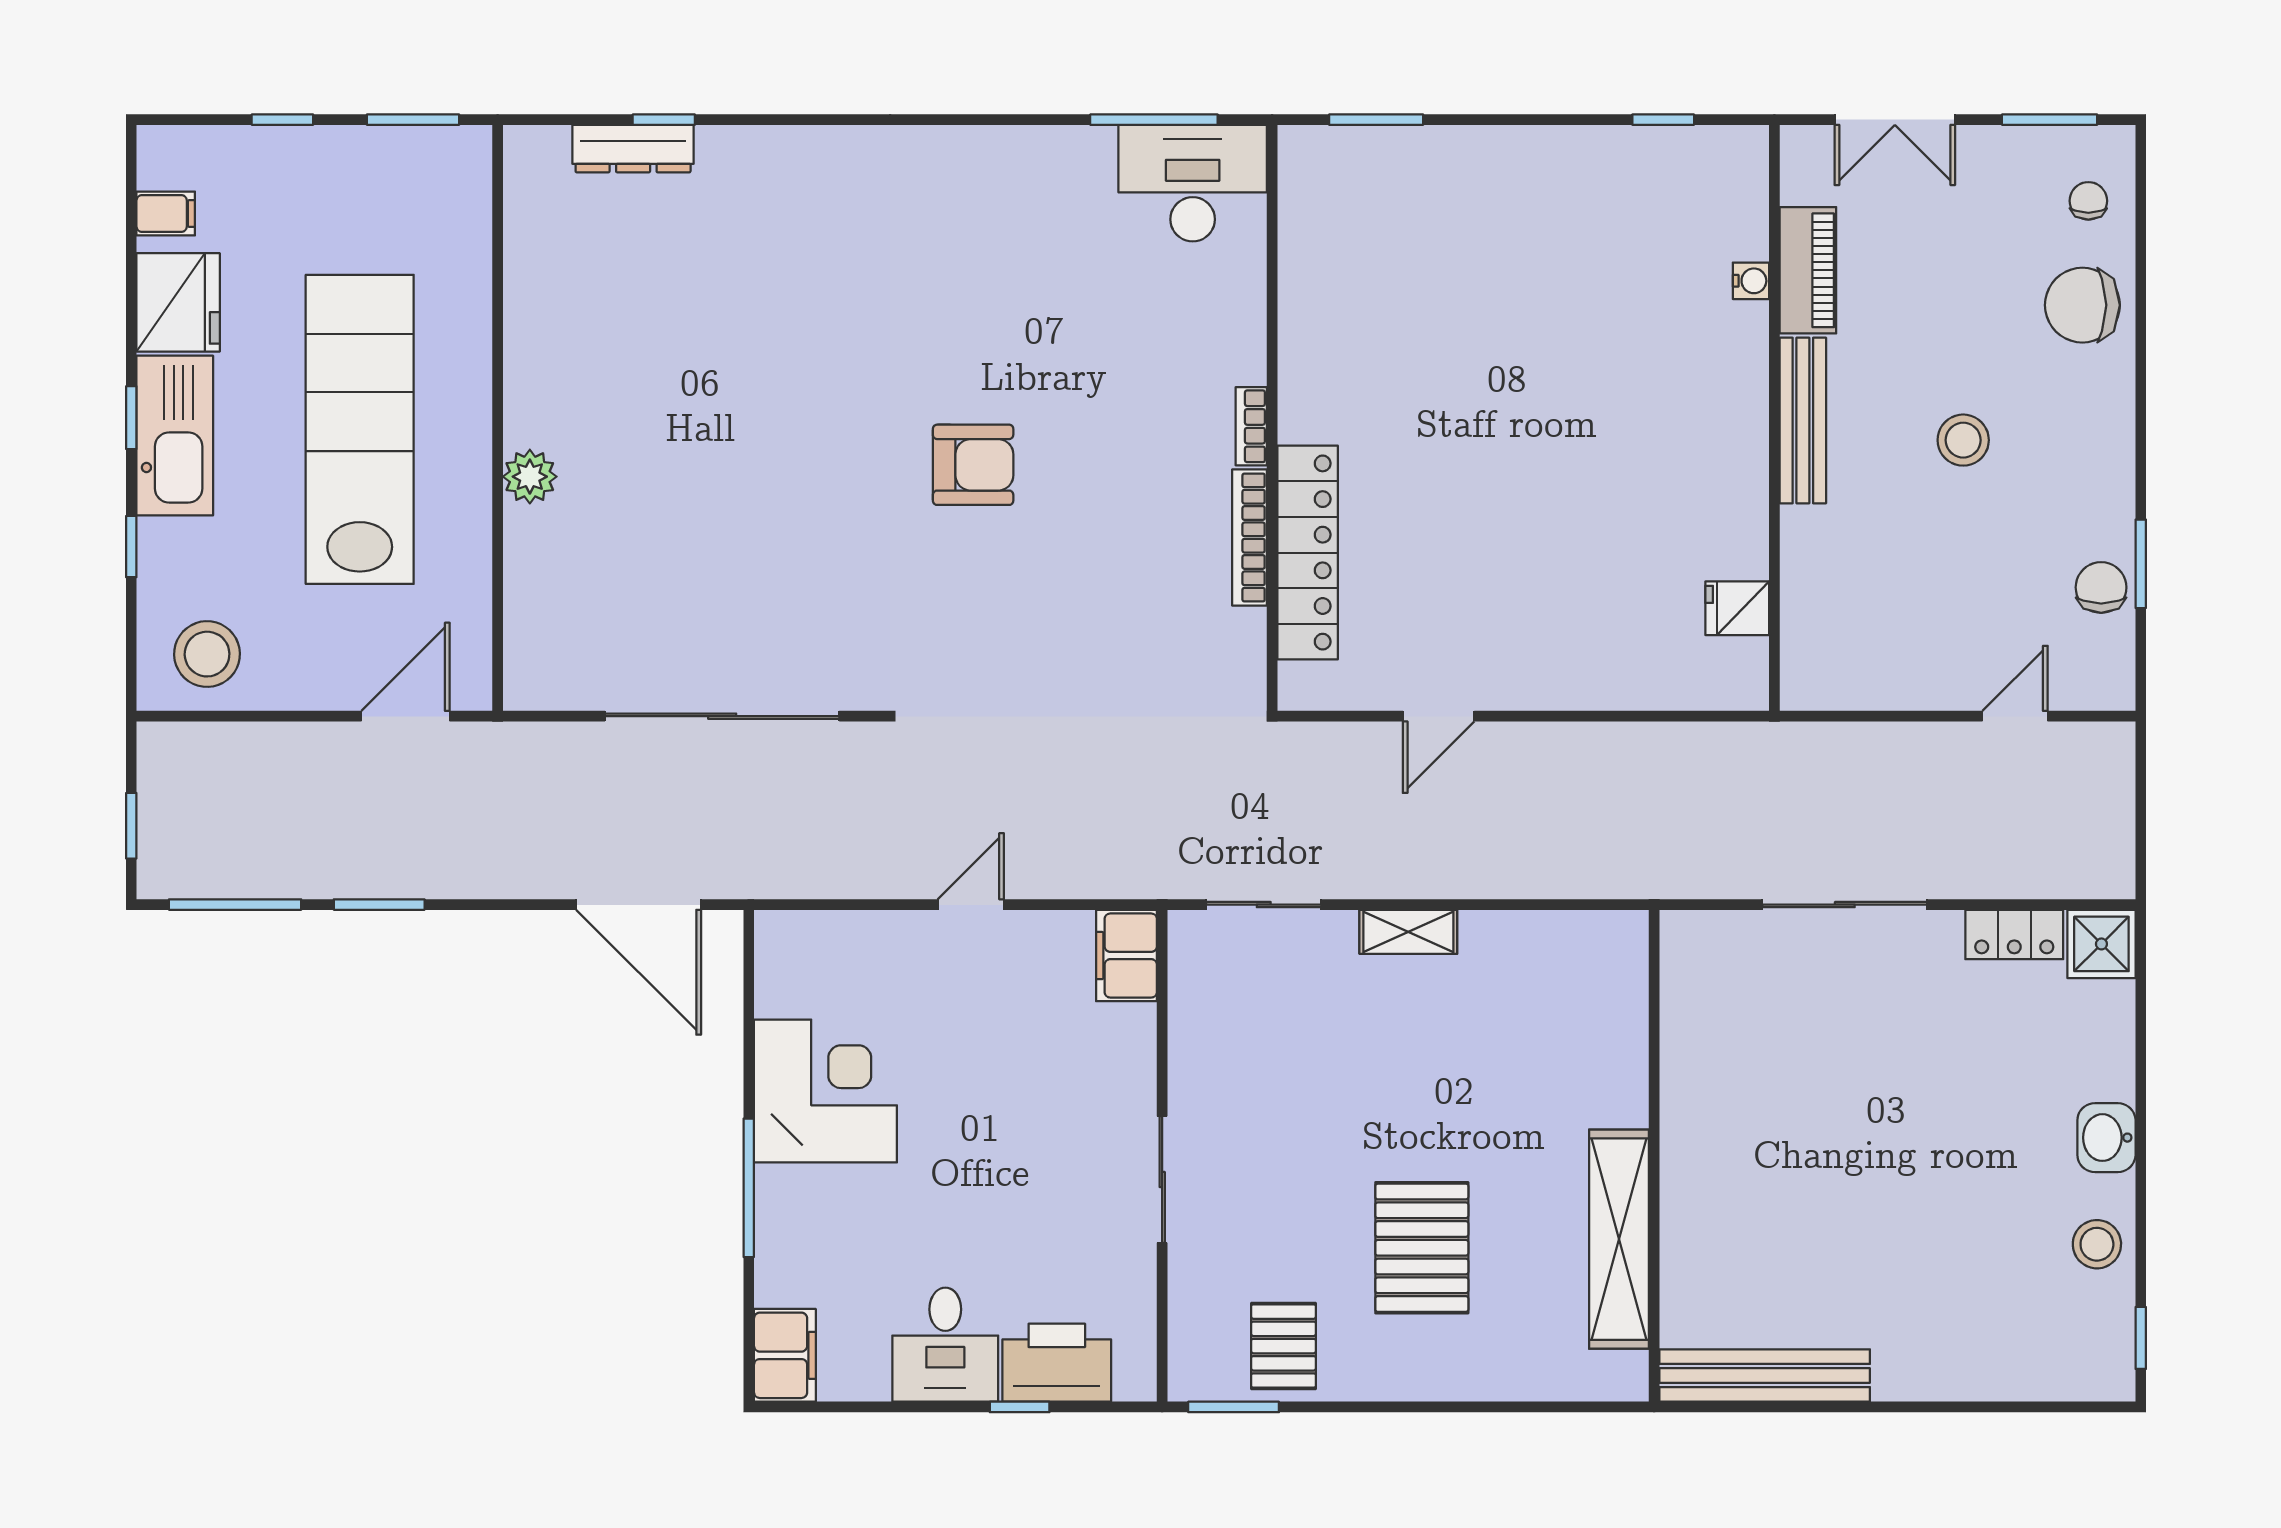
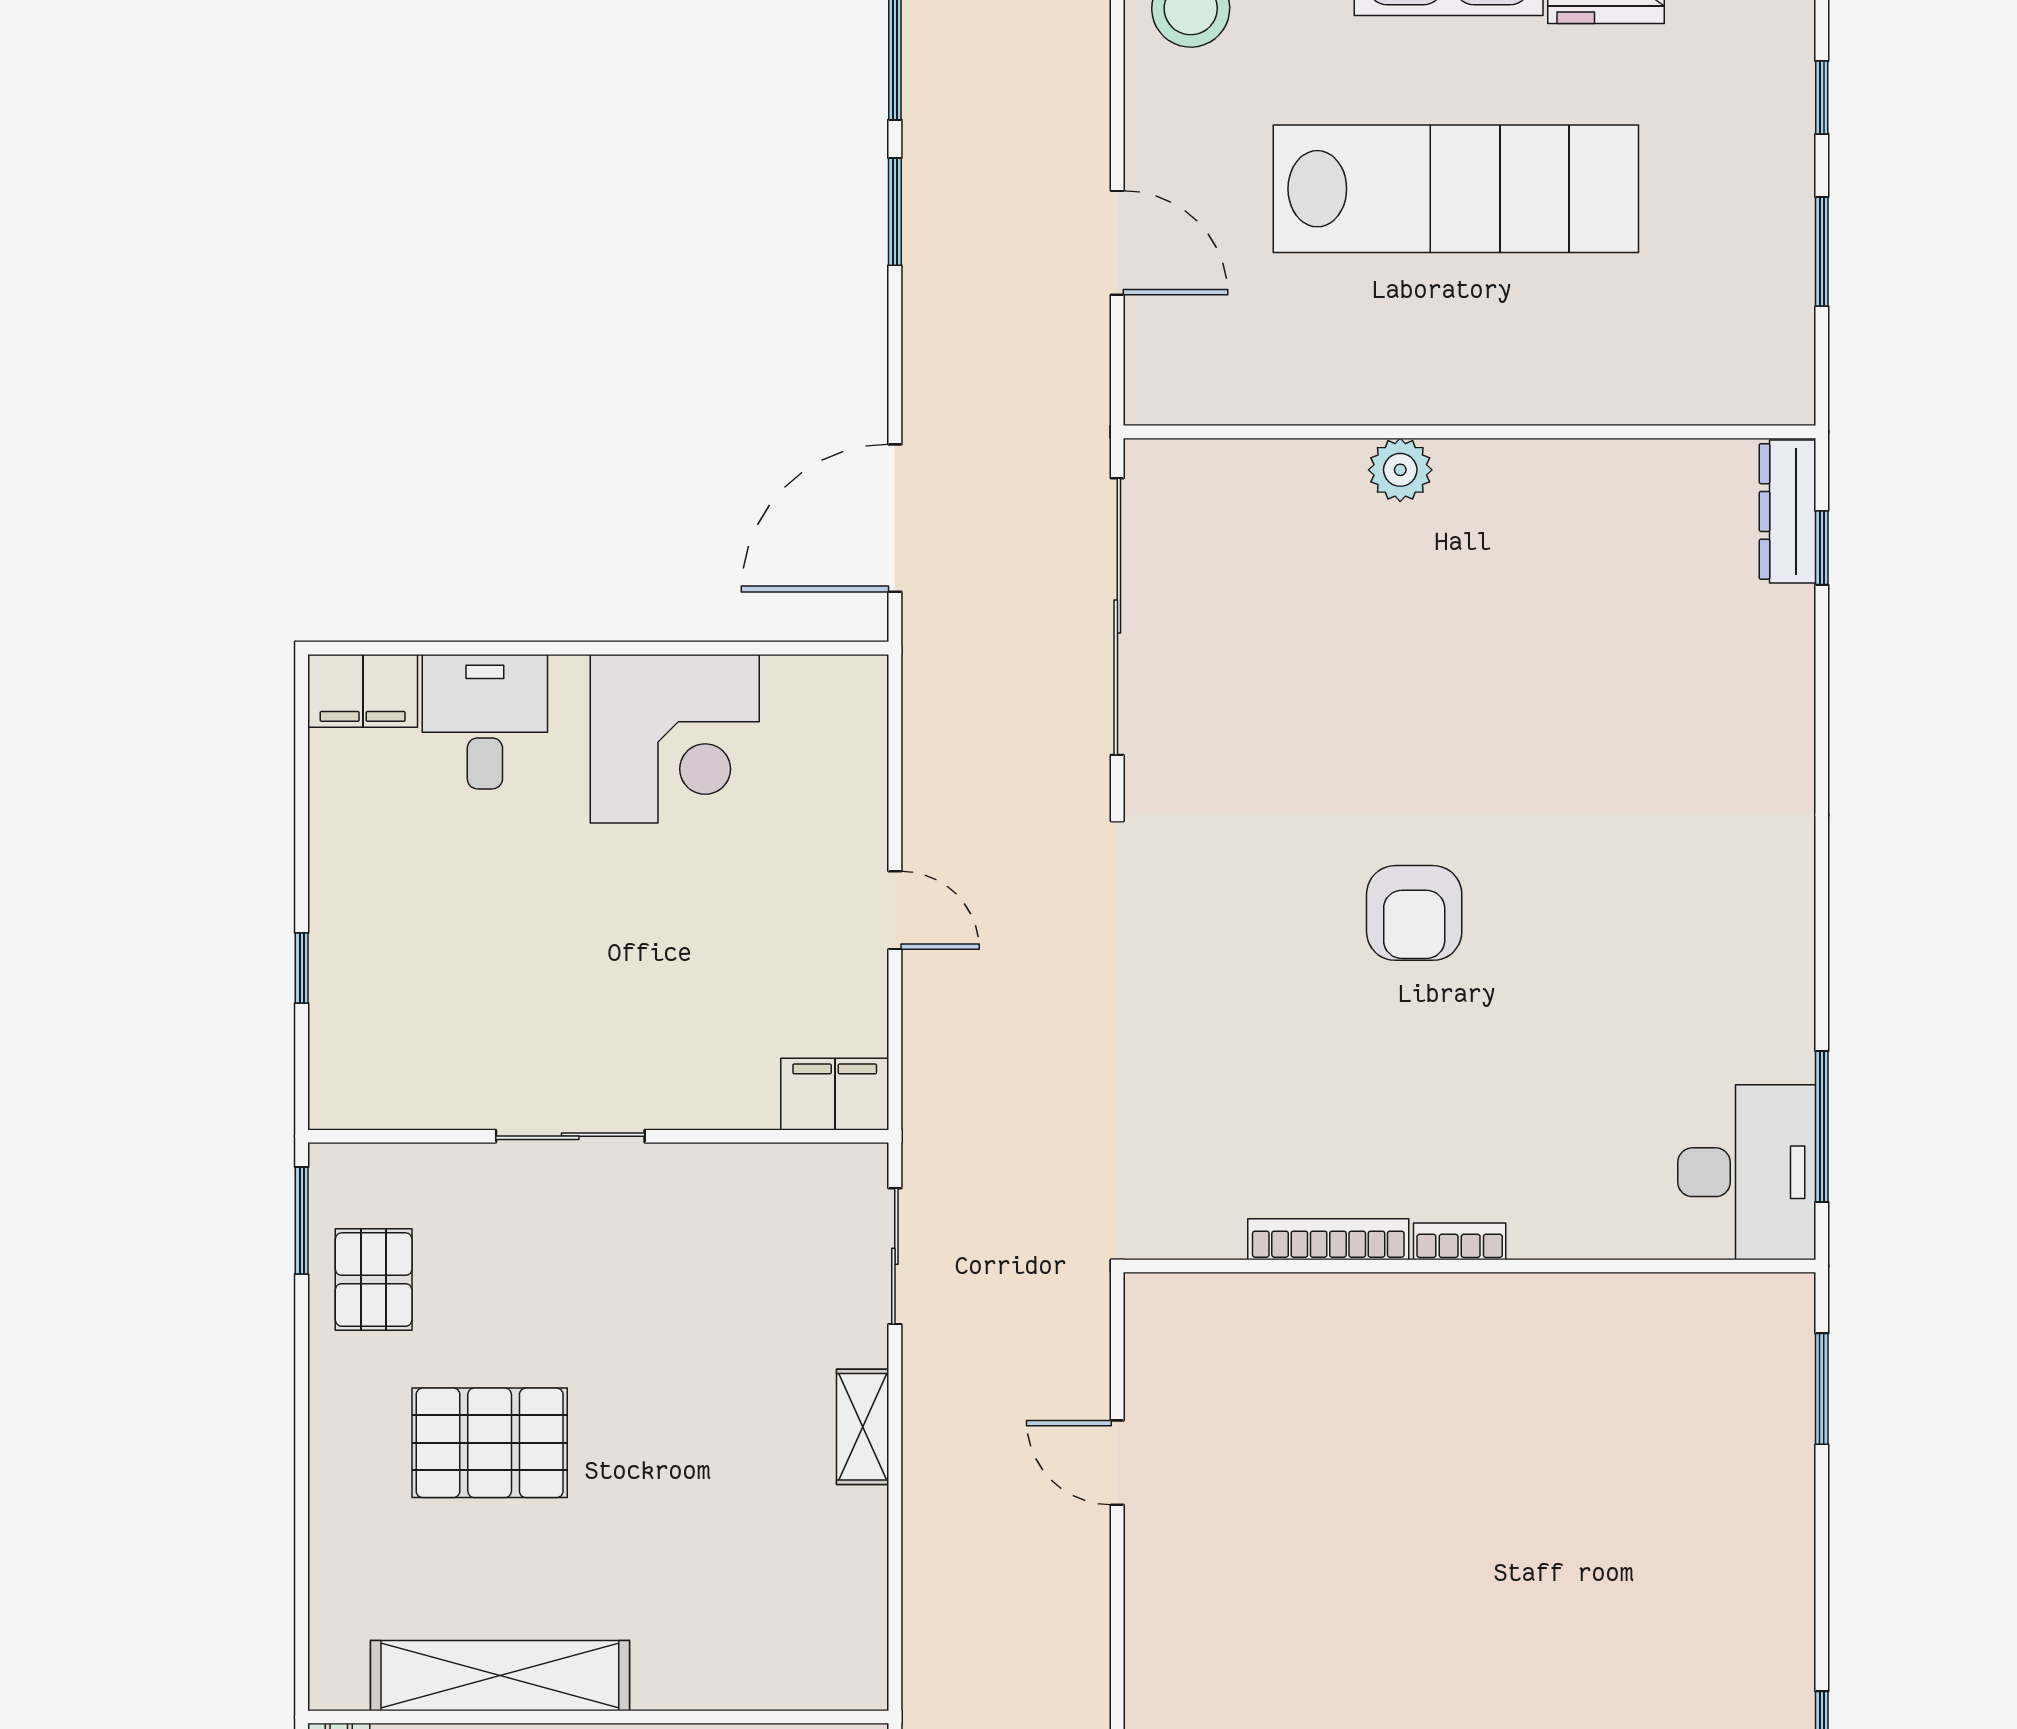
wall: (498, 418) -> (1469, 432), moved
plant: (530, 477) -> (1400, 470), moved
locker: (1308, 553) -> (1311, 1308), removed
window: (749, 1188) -> (560, 648), removed
desk: (945, 1345) -> (485, 722), moved, turned 90
pallet: (1284, 1346) -> (374, 1280), turned 90
printer: (1057, 1363) -> (354, 1012), removed

